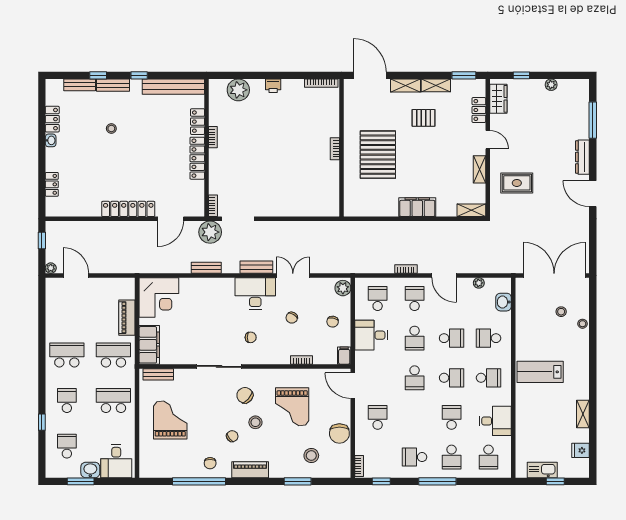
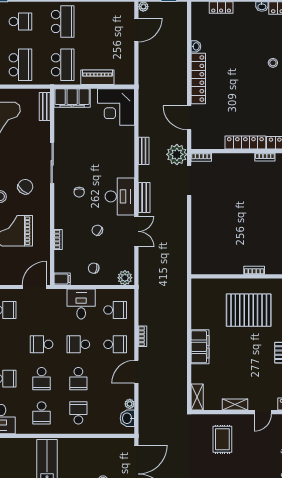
washbasin: (94, 212) -> (196, 46), added
washbasin: (504, 302) -> (127, 418), moved, turned -90

